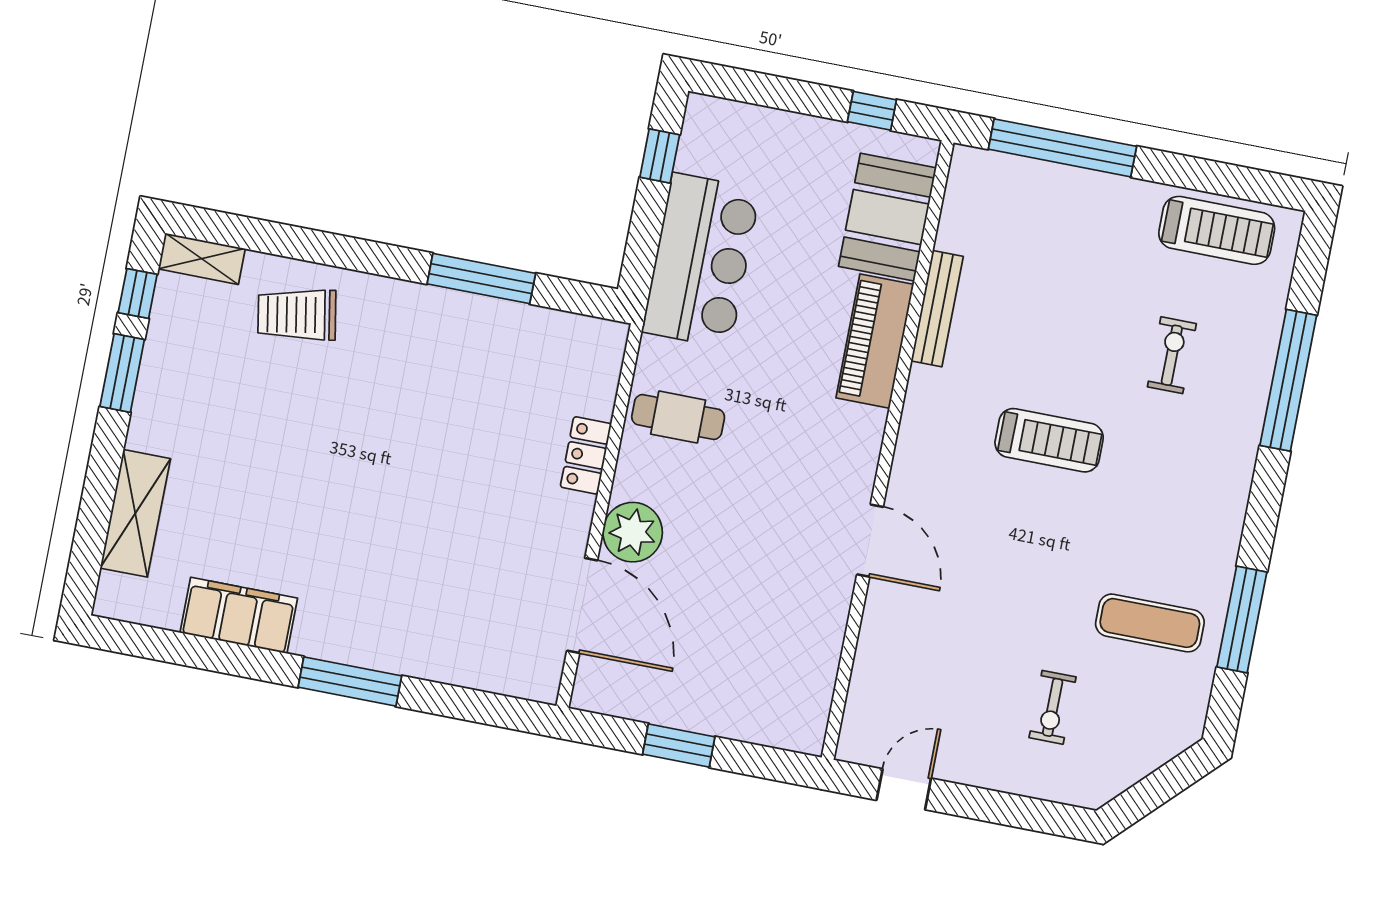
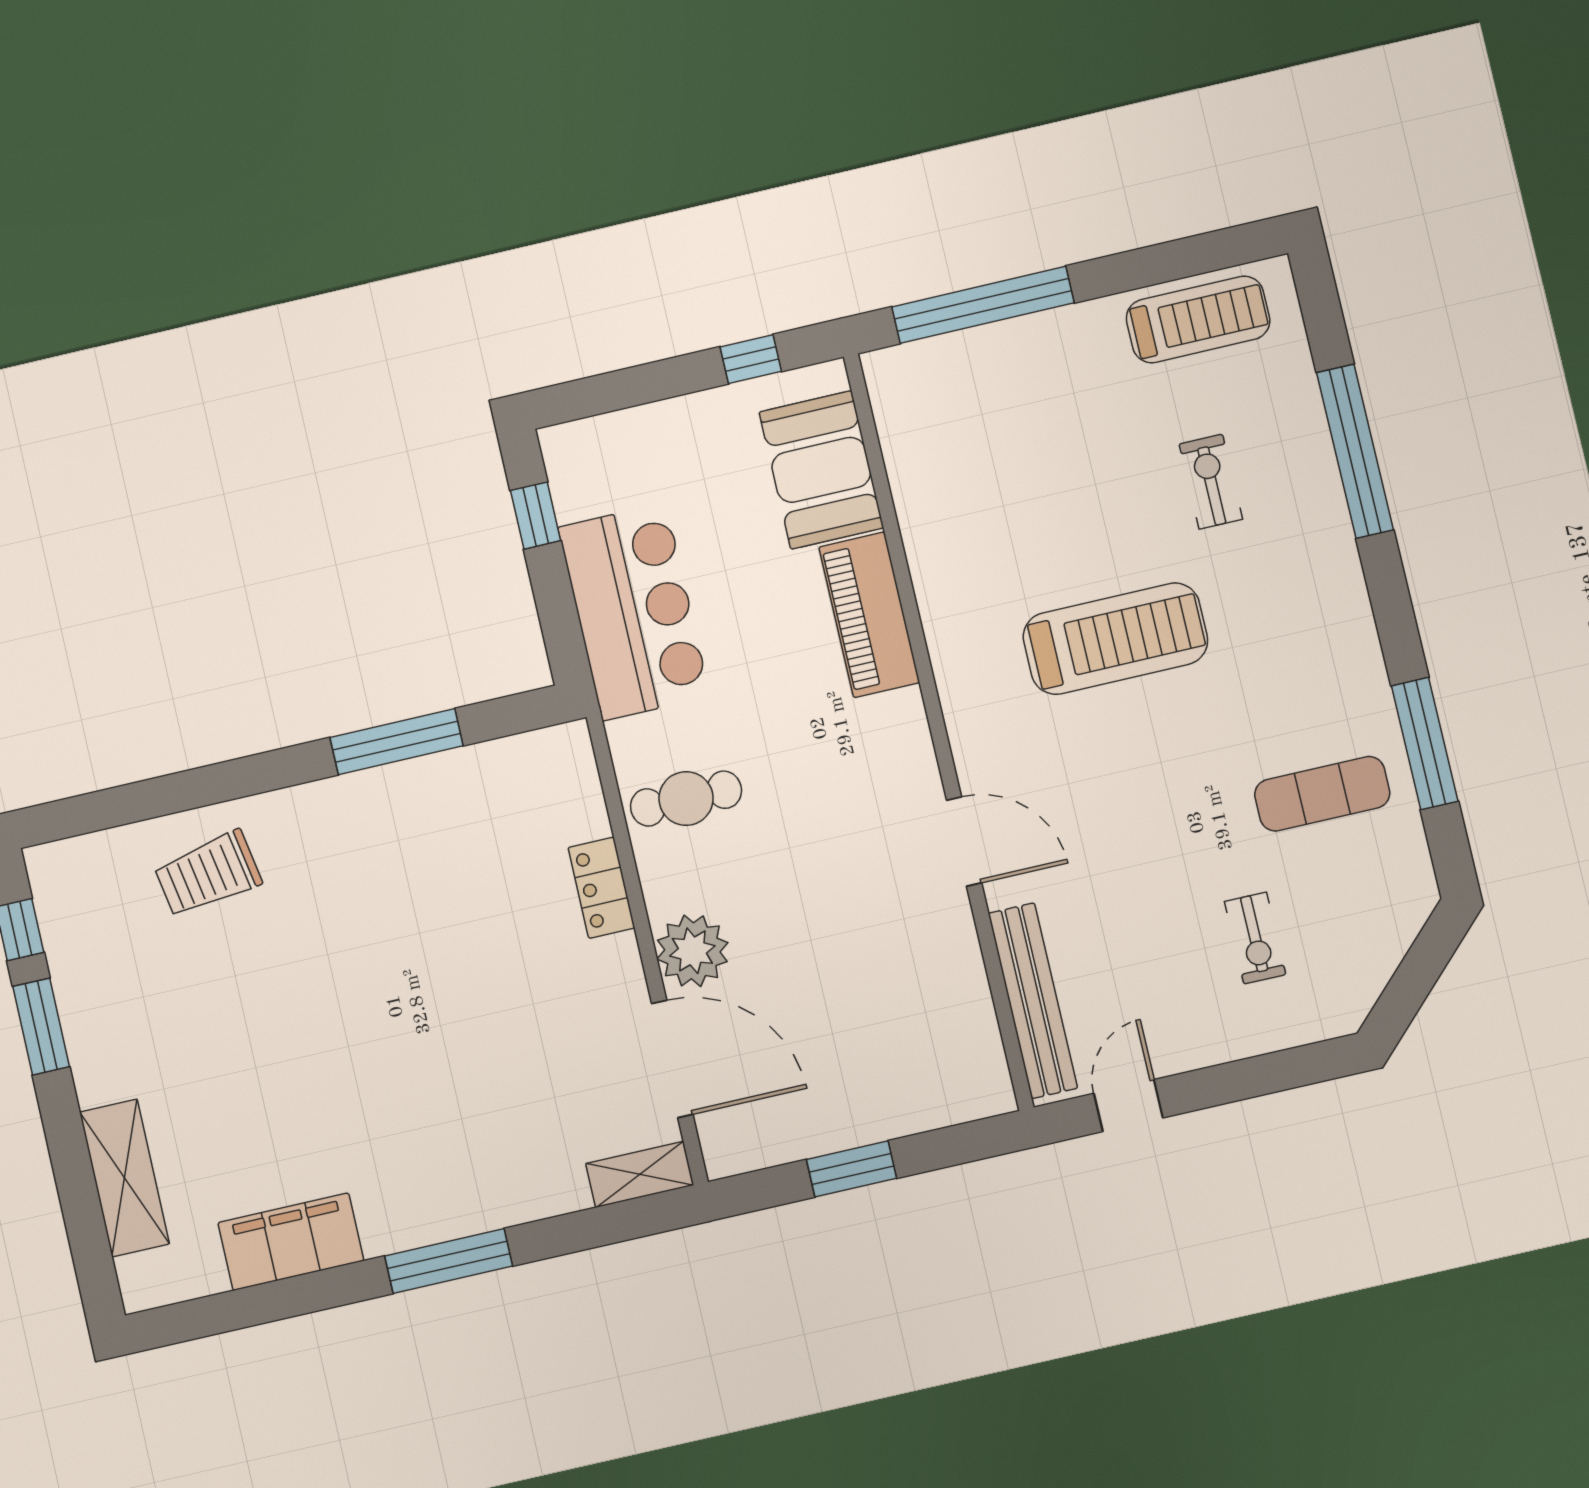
shelving: (202, 259) -> (640, 1174), moved
bench: (937, 309) -> (1033, 1001), moved, width x1.37, depth x1.21
treadmill: (1049, 440) -> (1115, 639), width x1.37, depth x1.38

